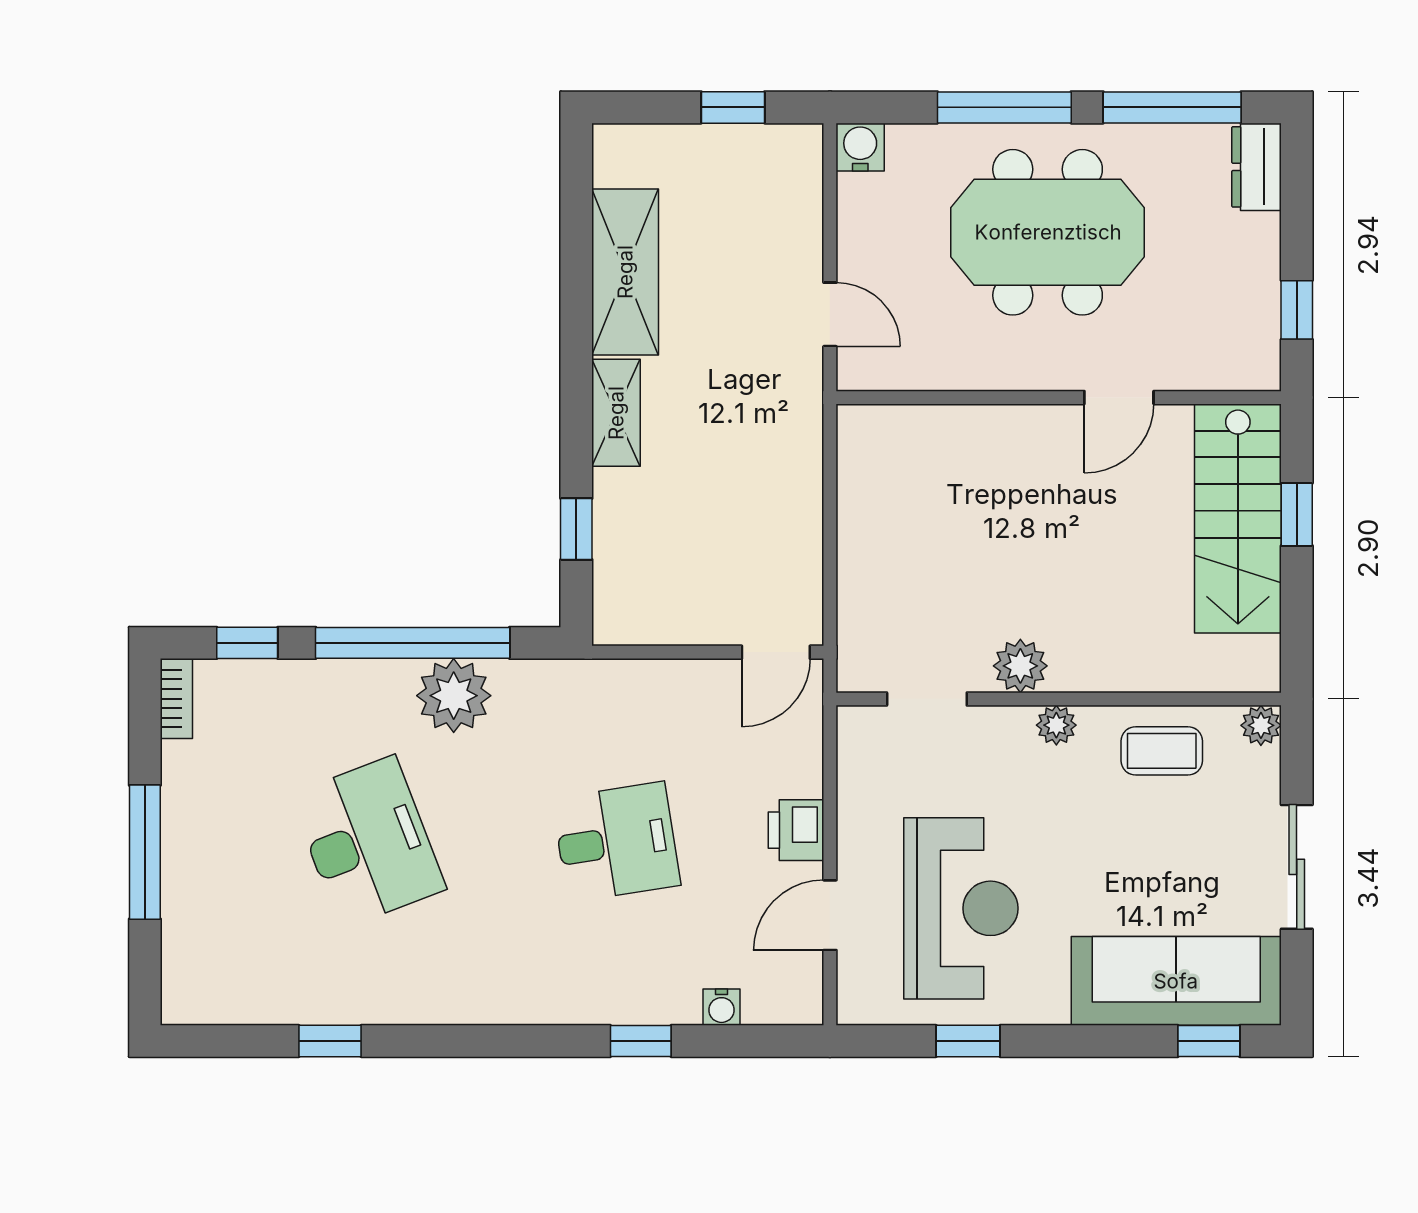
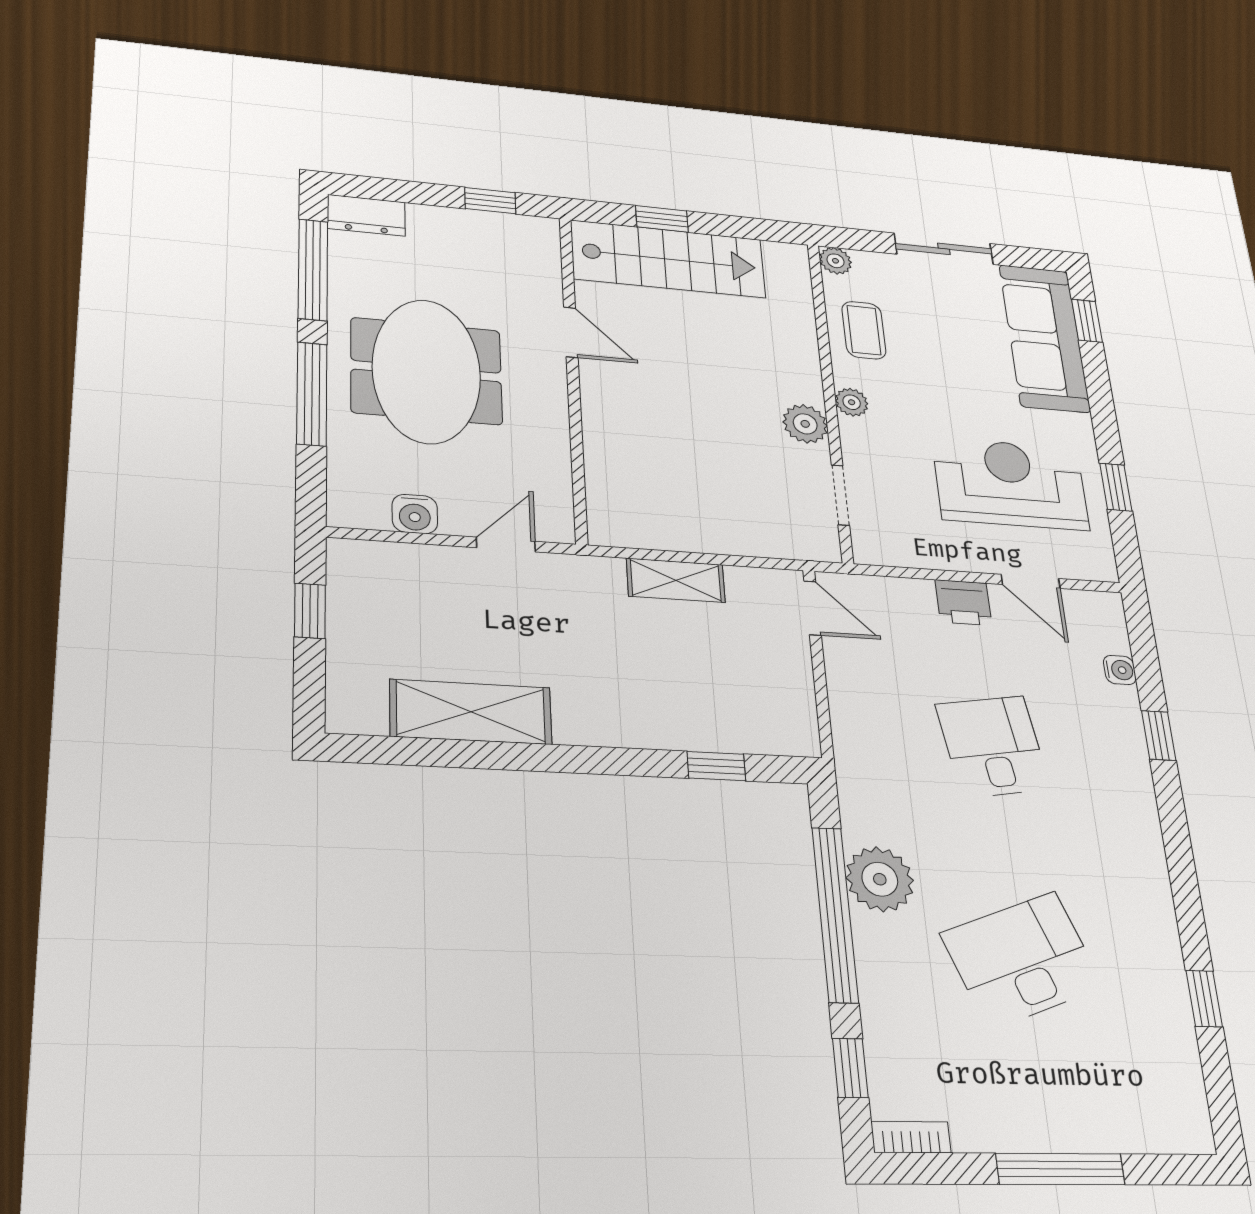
water cooler: (860, 147) -> (415, 514), moved, turned -90
shelving: (616, 413) -> (676, 580), moved

